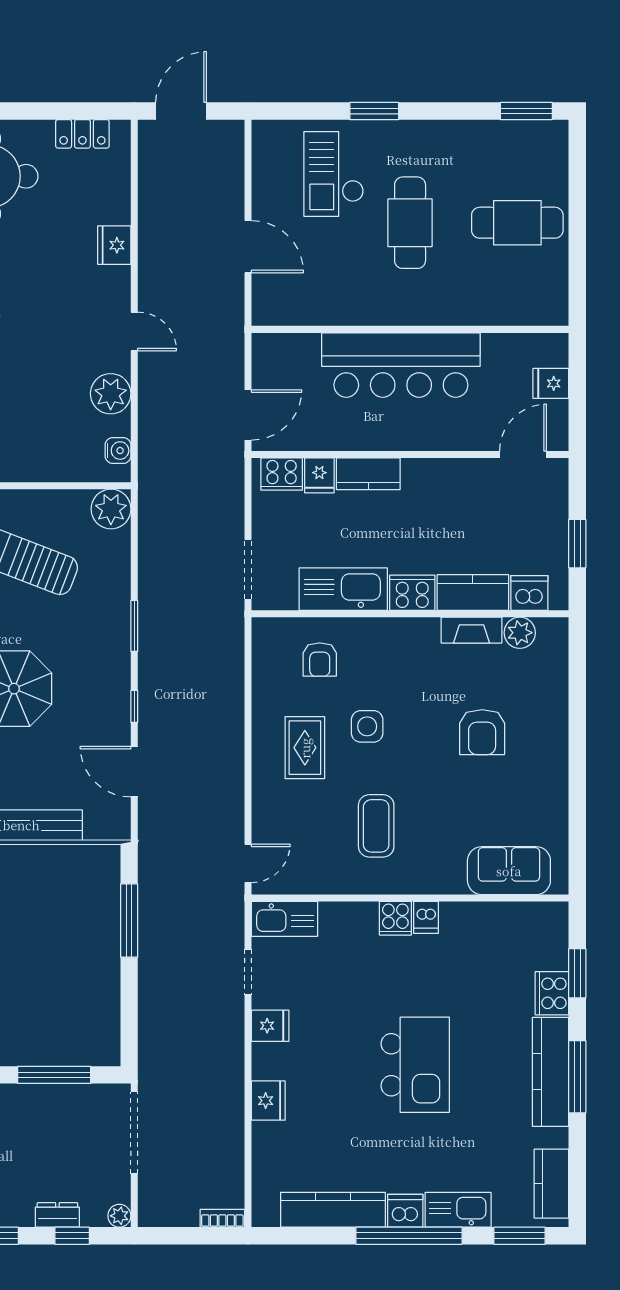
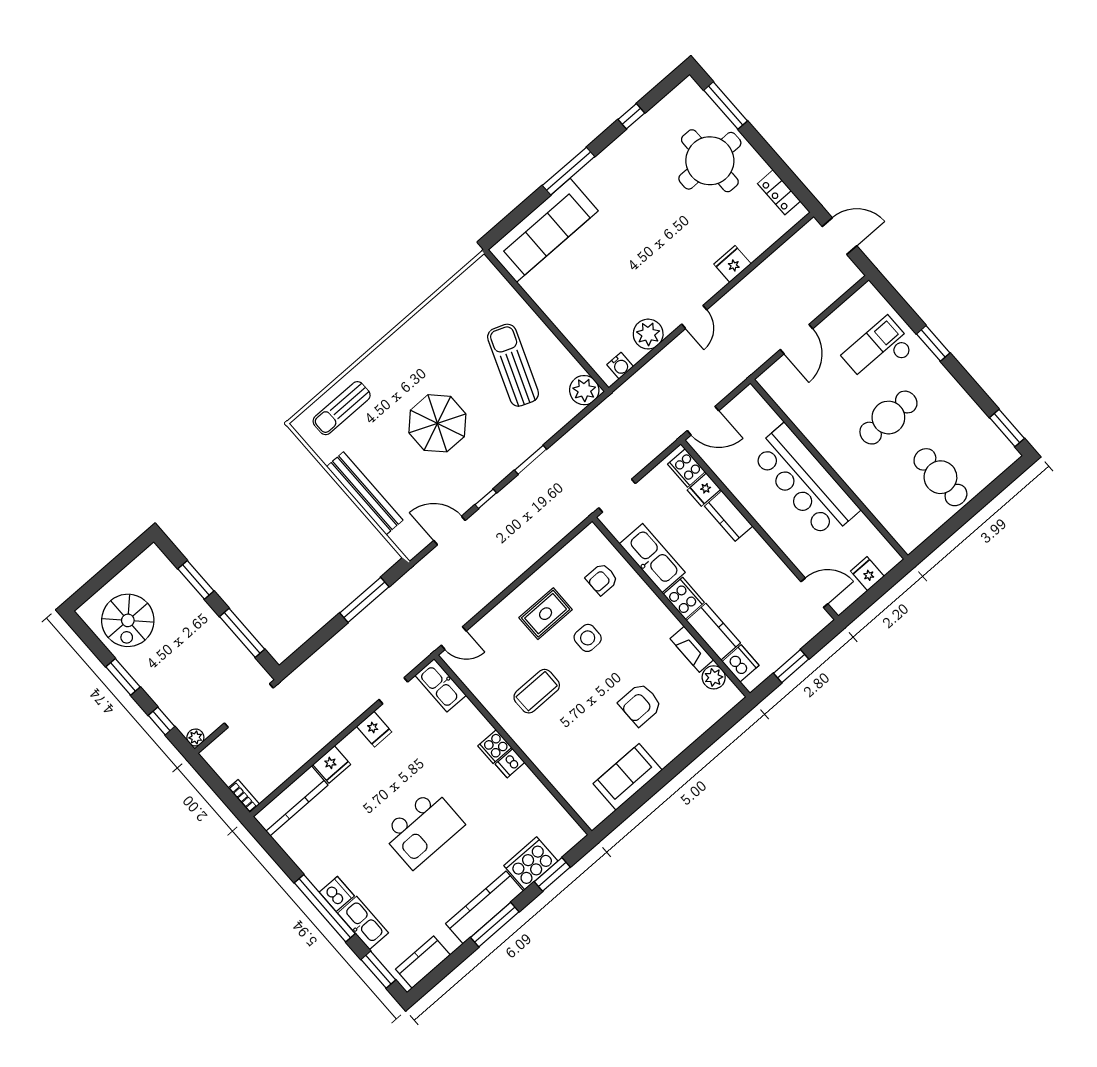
door: (134, 772) -> (450, 530), hinge flipped
sofa: (509, 871) -> (628, 777), moved, turned -90
cooker: (552, 993) -> (531, 863), width x1.37, depth x1.31
kitchen counter: (333, 1210) -> (291, 801), moved, turned 90
dresser: (57, 1215) -> (166, 703), removed

